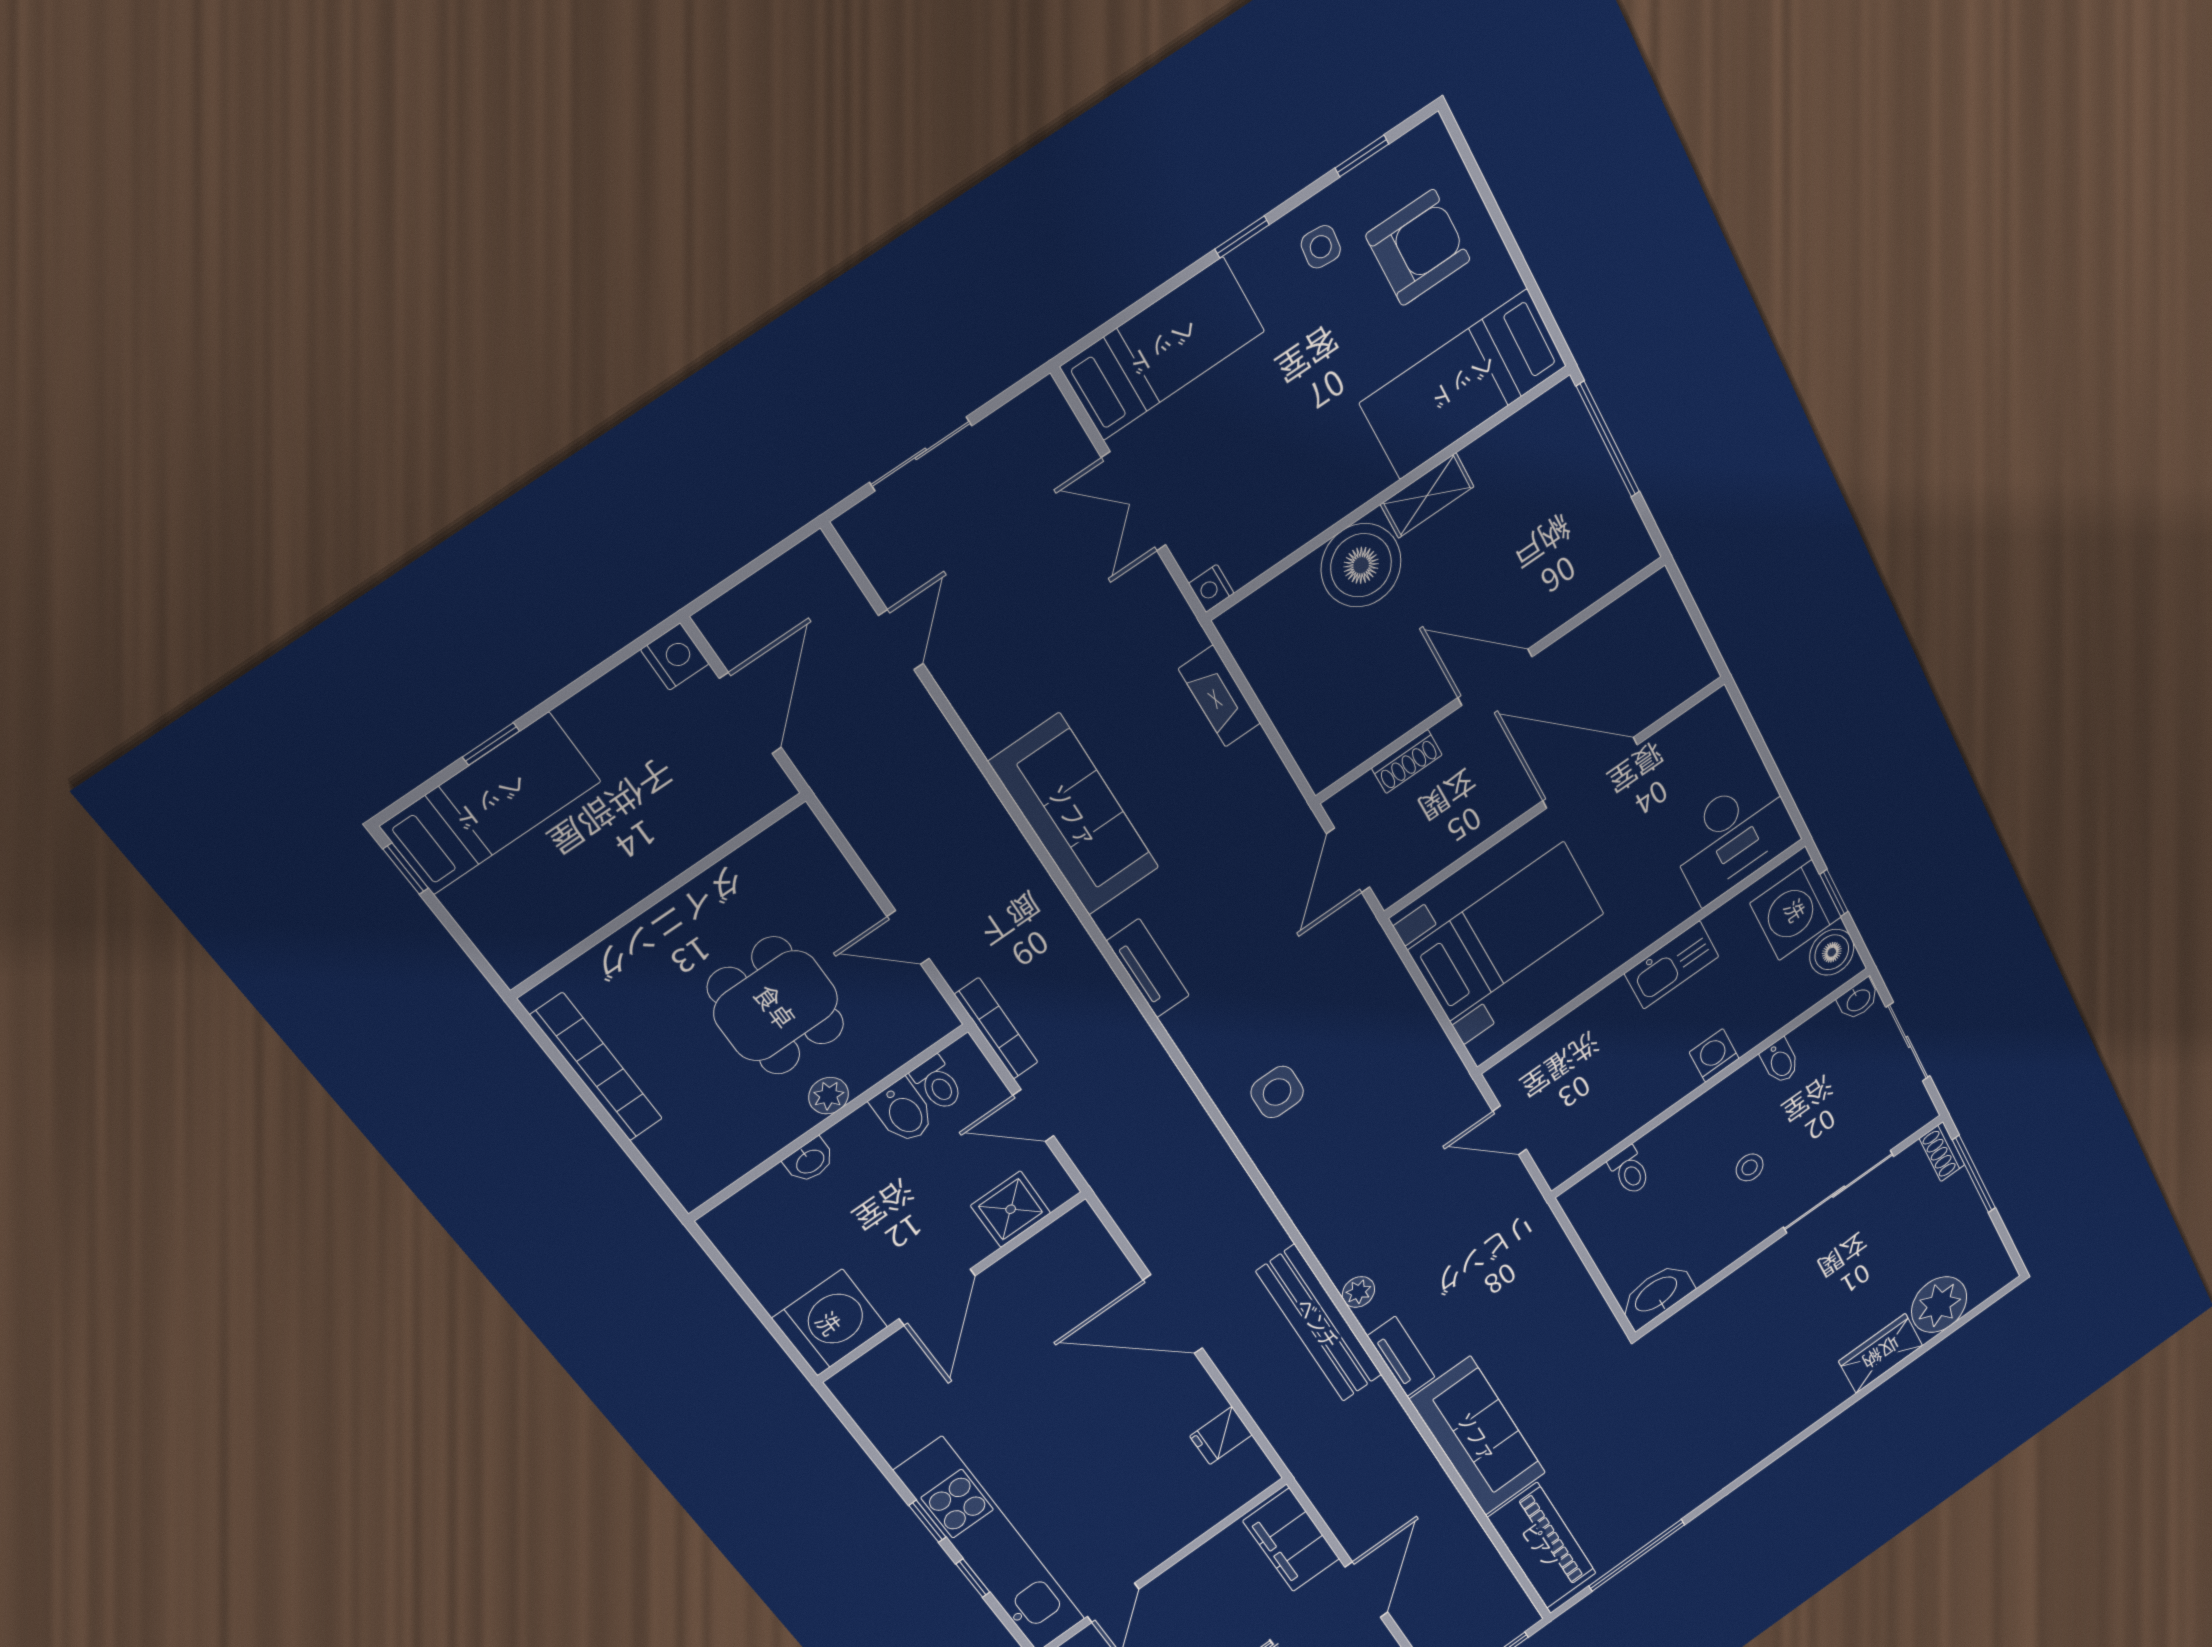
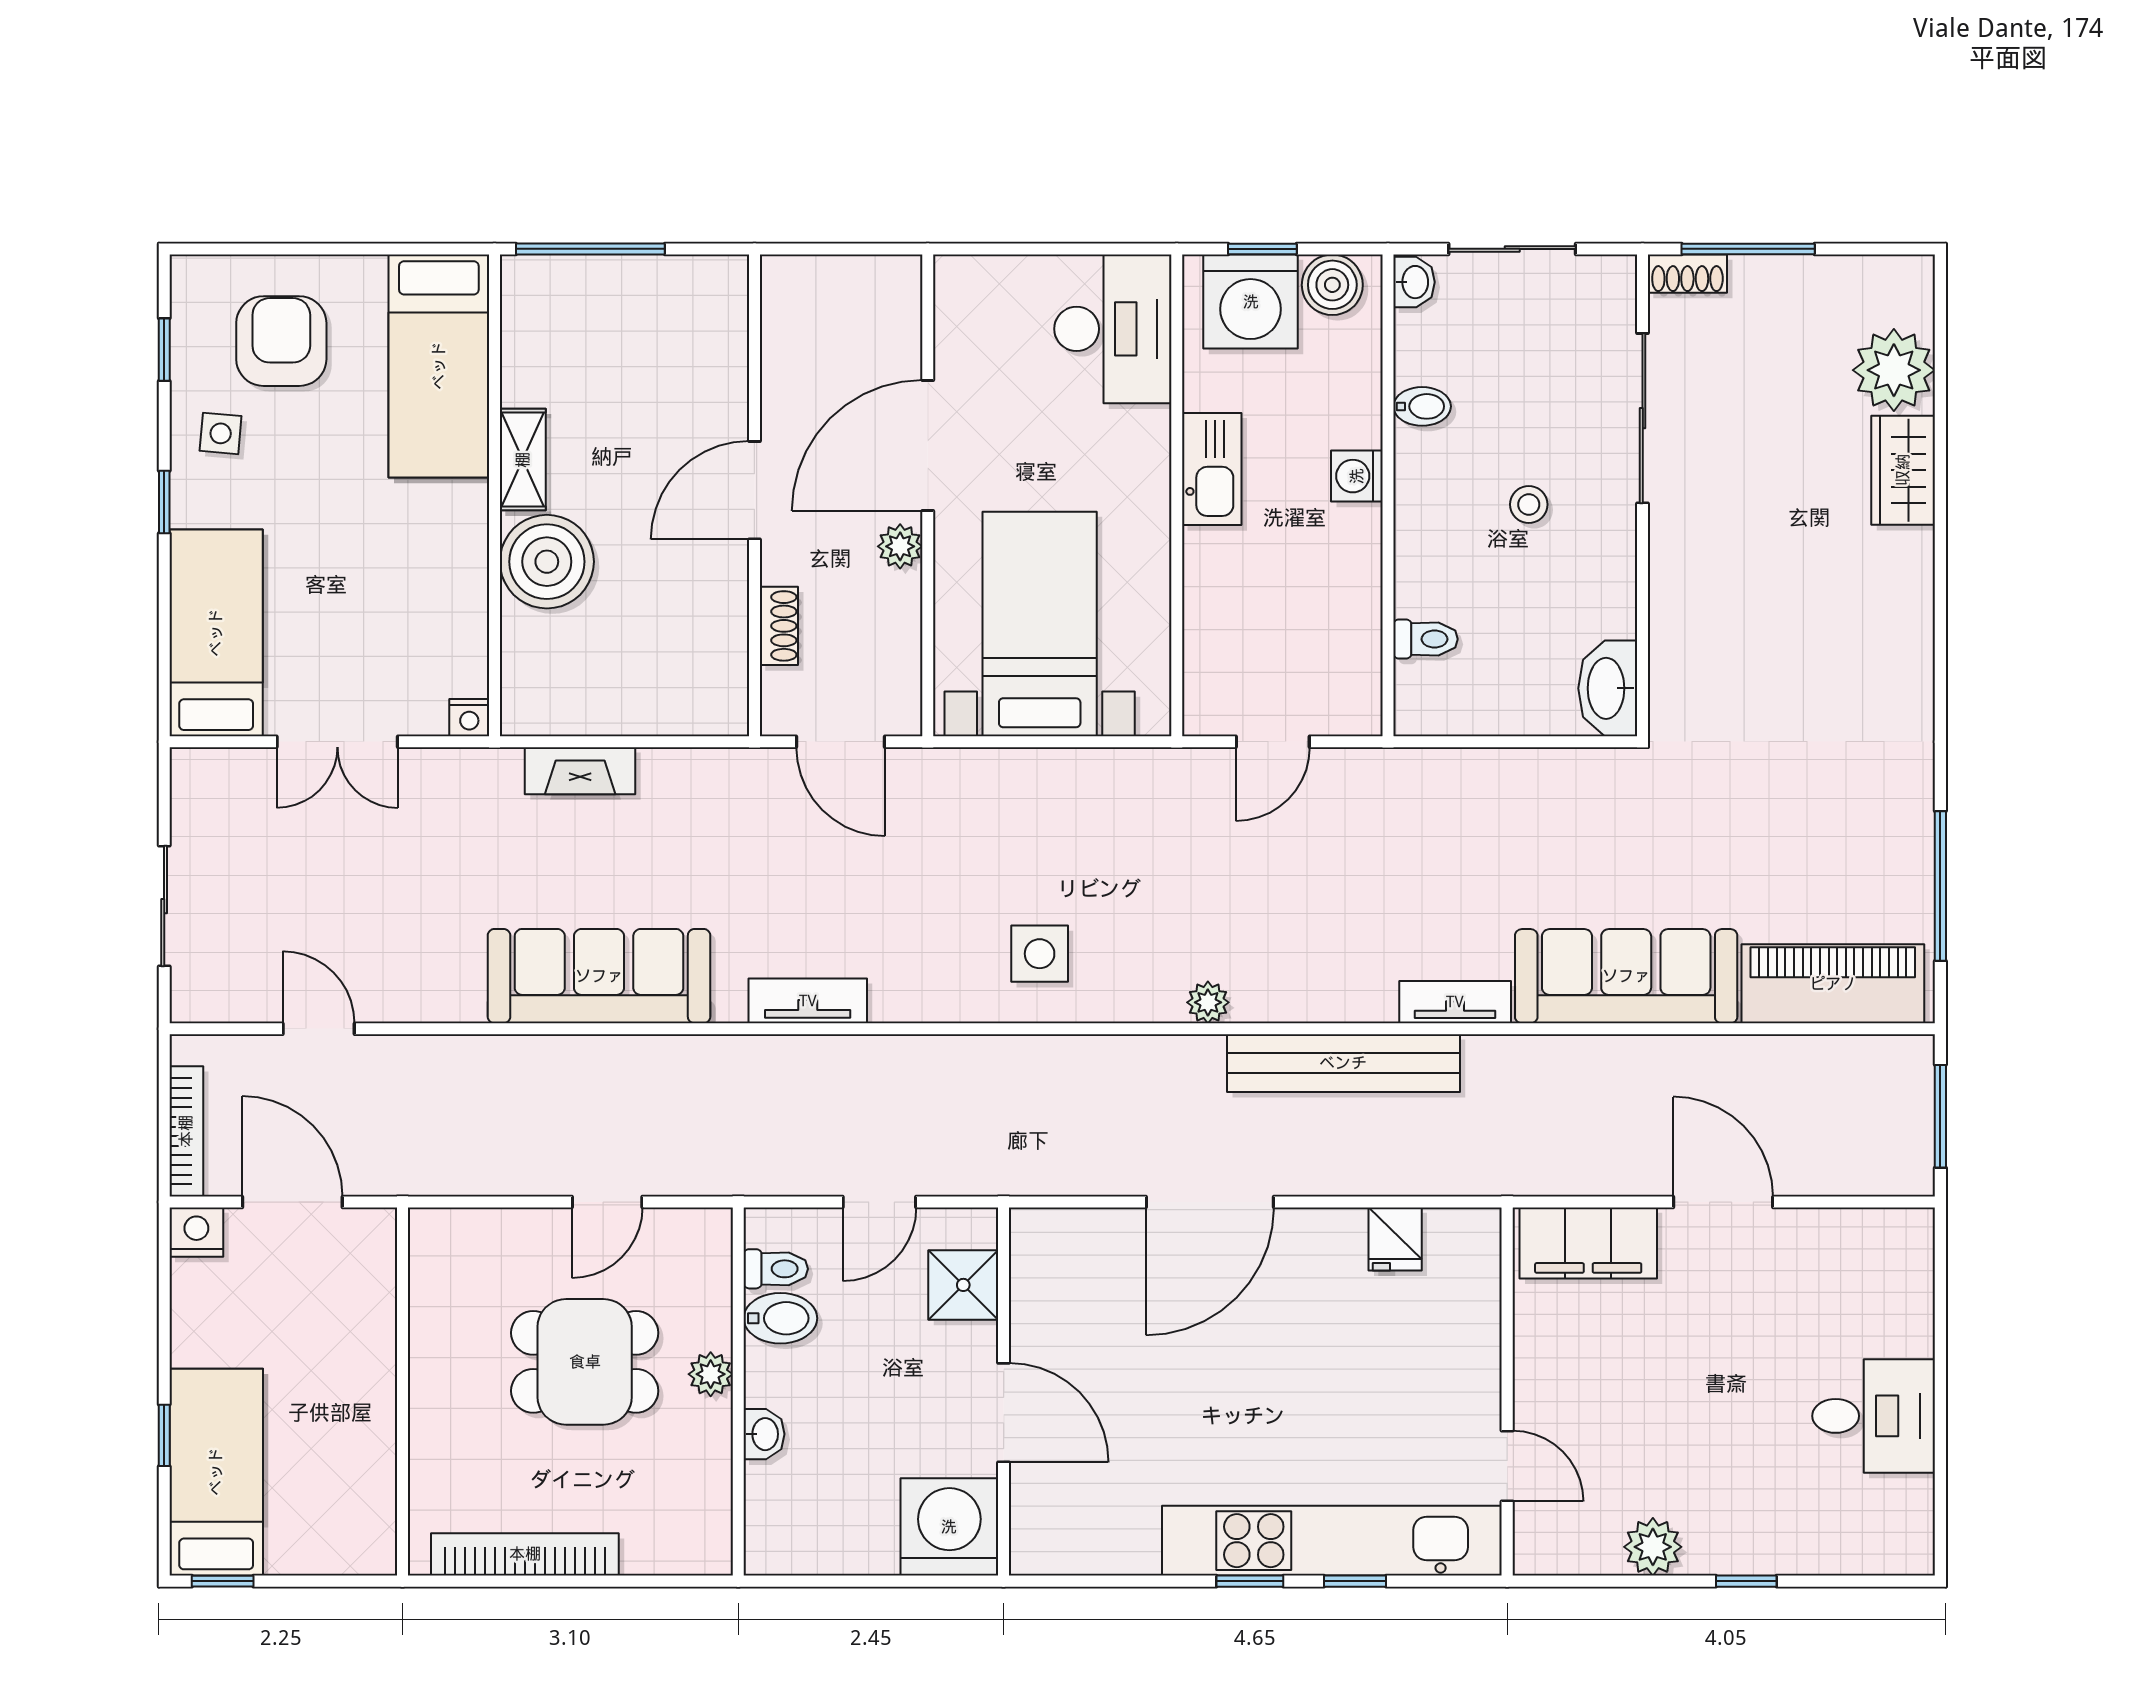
plant: (1509, 804) -> (900, 546), added
bookcase: (996, 1029) -> (186, 1131), moved, turned 90
plant: (1358, 1292) -> (1208, 1002), moved

